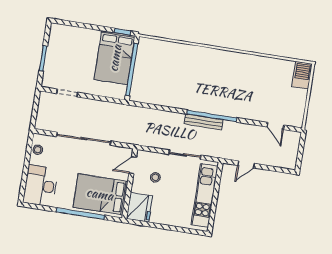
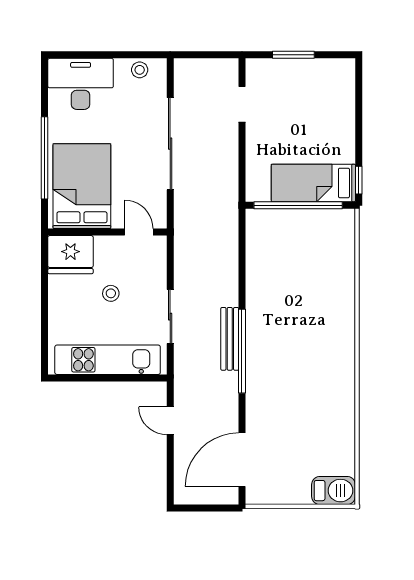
bed: (115, 58) -> (313, 183), width x0.67
door: (275, 126) -> (242, 460), width x1.88
stool: (155, 177) -> (111, 293), moved

